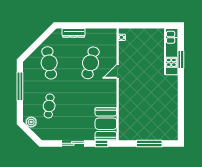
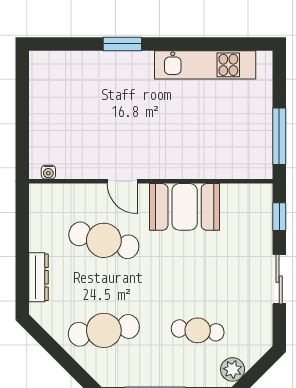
kitchen unit: (171, 52) -> (205, 65), moved
window: (181, 59) -> (122, 44), moved
booth: (106, 124) -> (185, 207), moved
window: (149, 143) -> (279, 136), moved

